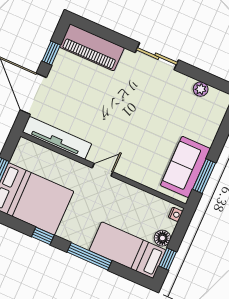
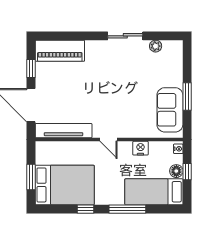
sliding door: (157, 56) -> (125, 36), moved
door: (103, 170) -> (108, 140), swing flipped
window: (204, 176) -> (187, 97), moved
nightstand: (134, 195) -> (140, 148), added
window: (168, 259) -> (187, 172), moved

